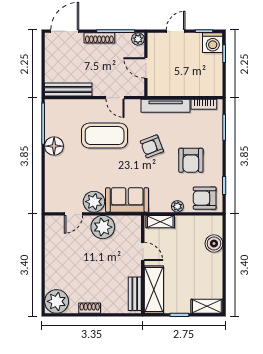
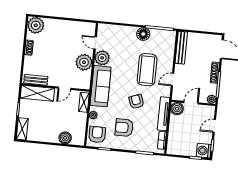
door: (176, 31) -> (214, 126), swing flipped
boiler: (156, 87) -> (177, 109), added
sofa: (127, 200) -> (101, 86), width x1.36

